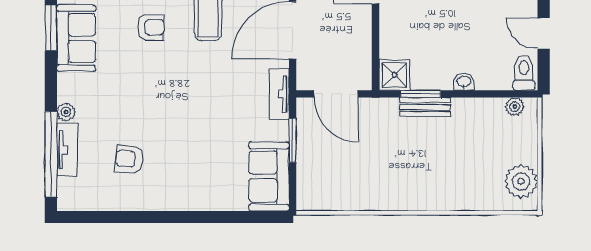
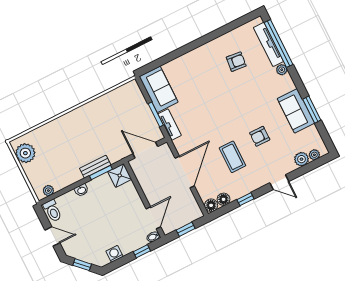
tv unit: (279, 94) -> (170, 125), moved
tv unit: (67, 150) -> (268, 44), width x1.41

